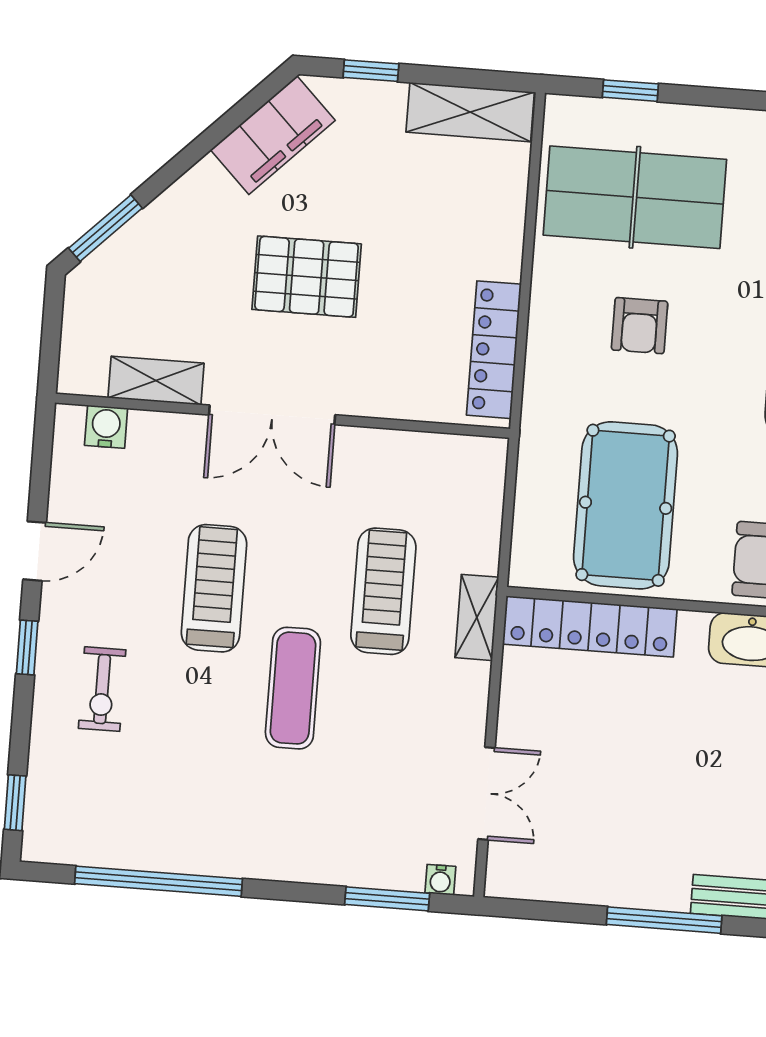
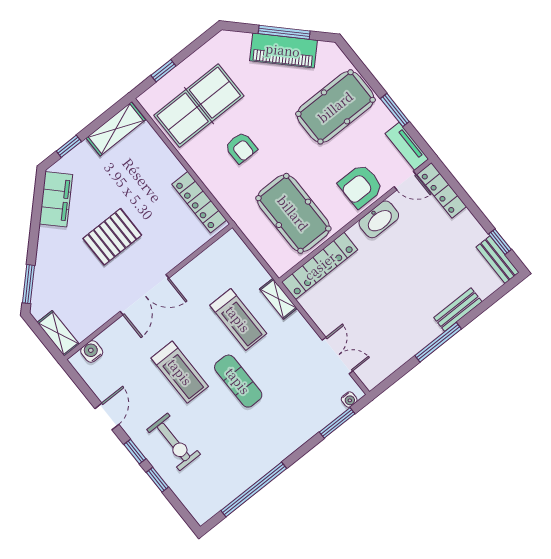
shelving: (156, 381) -> (58, 333), moved, turned 90
treadmill: (214, 588) -> (180, 372), turned 180
treadmill: (383, 591) -> (238, 319), turned 180
exercise bike: (102, 689) -> (174, 442), width x1.38, depth x1.39
window: (15, 803) -> (157, 480), moved

